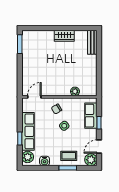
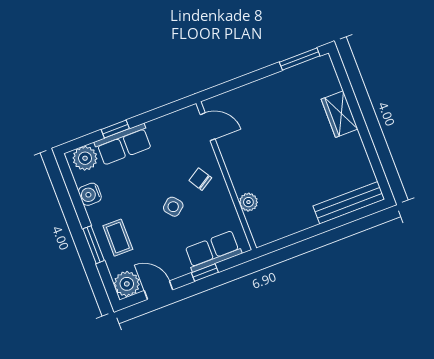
wardrobe: (64, 36) -> (339, 114), moved
bench: (92, 42) -> (349, 203), width x1.36
row of seats: (28, 131) -> (123, 144), width x0.68

